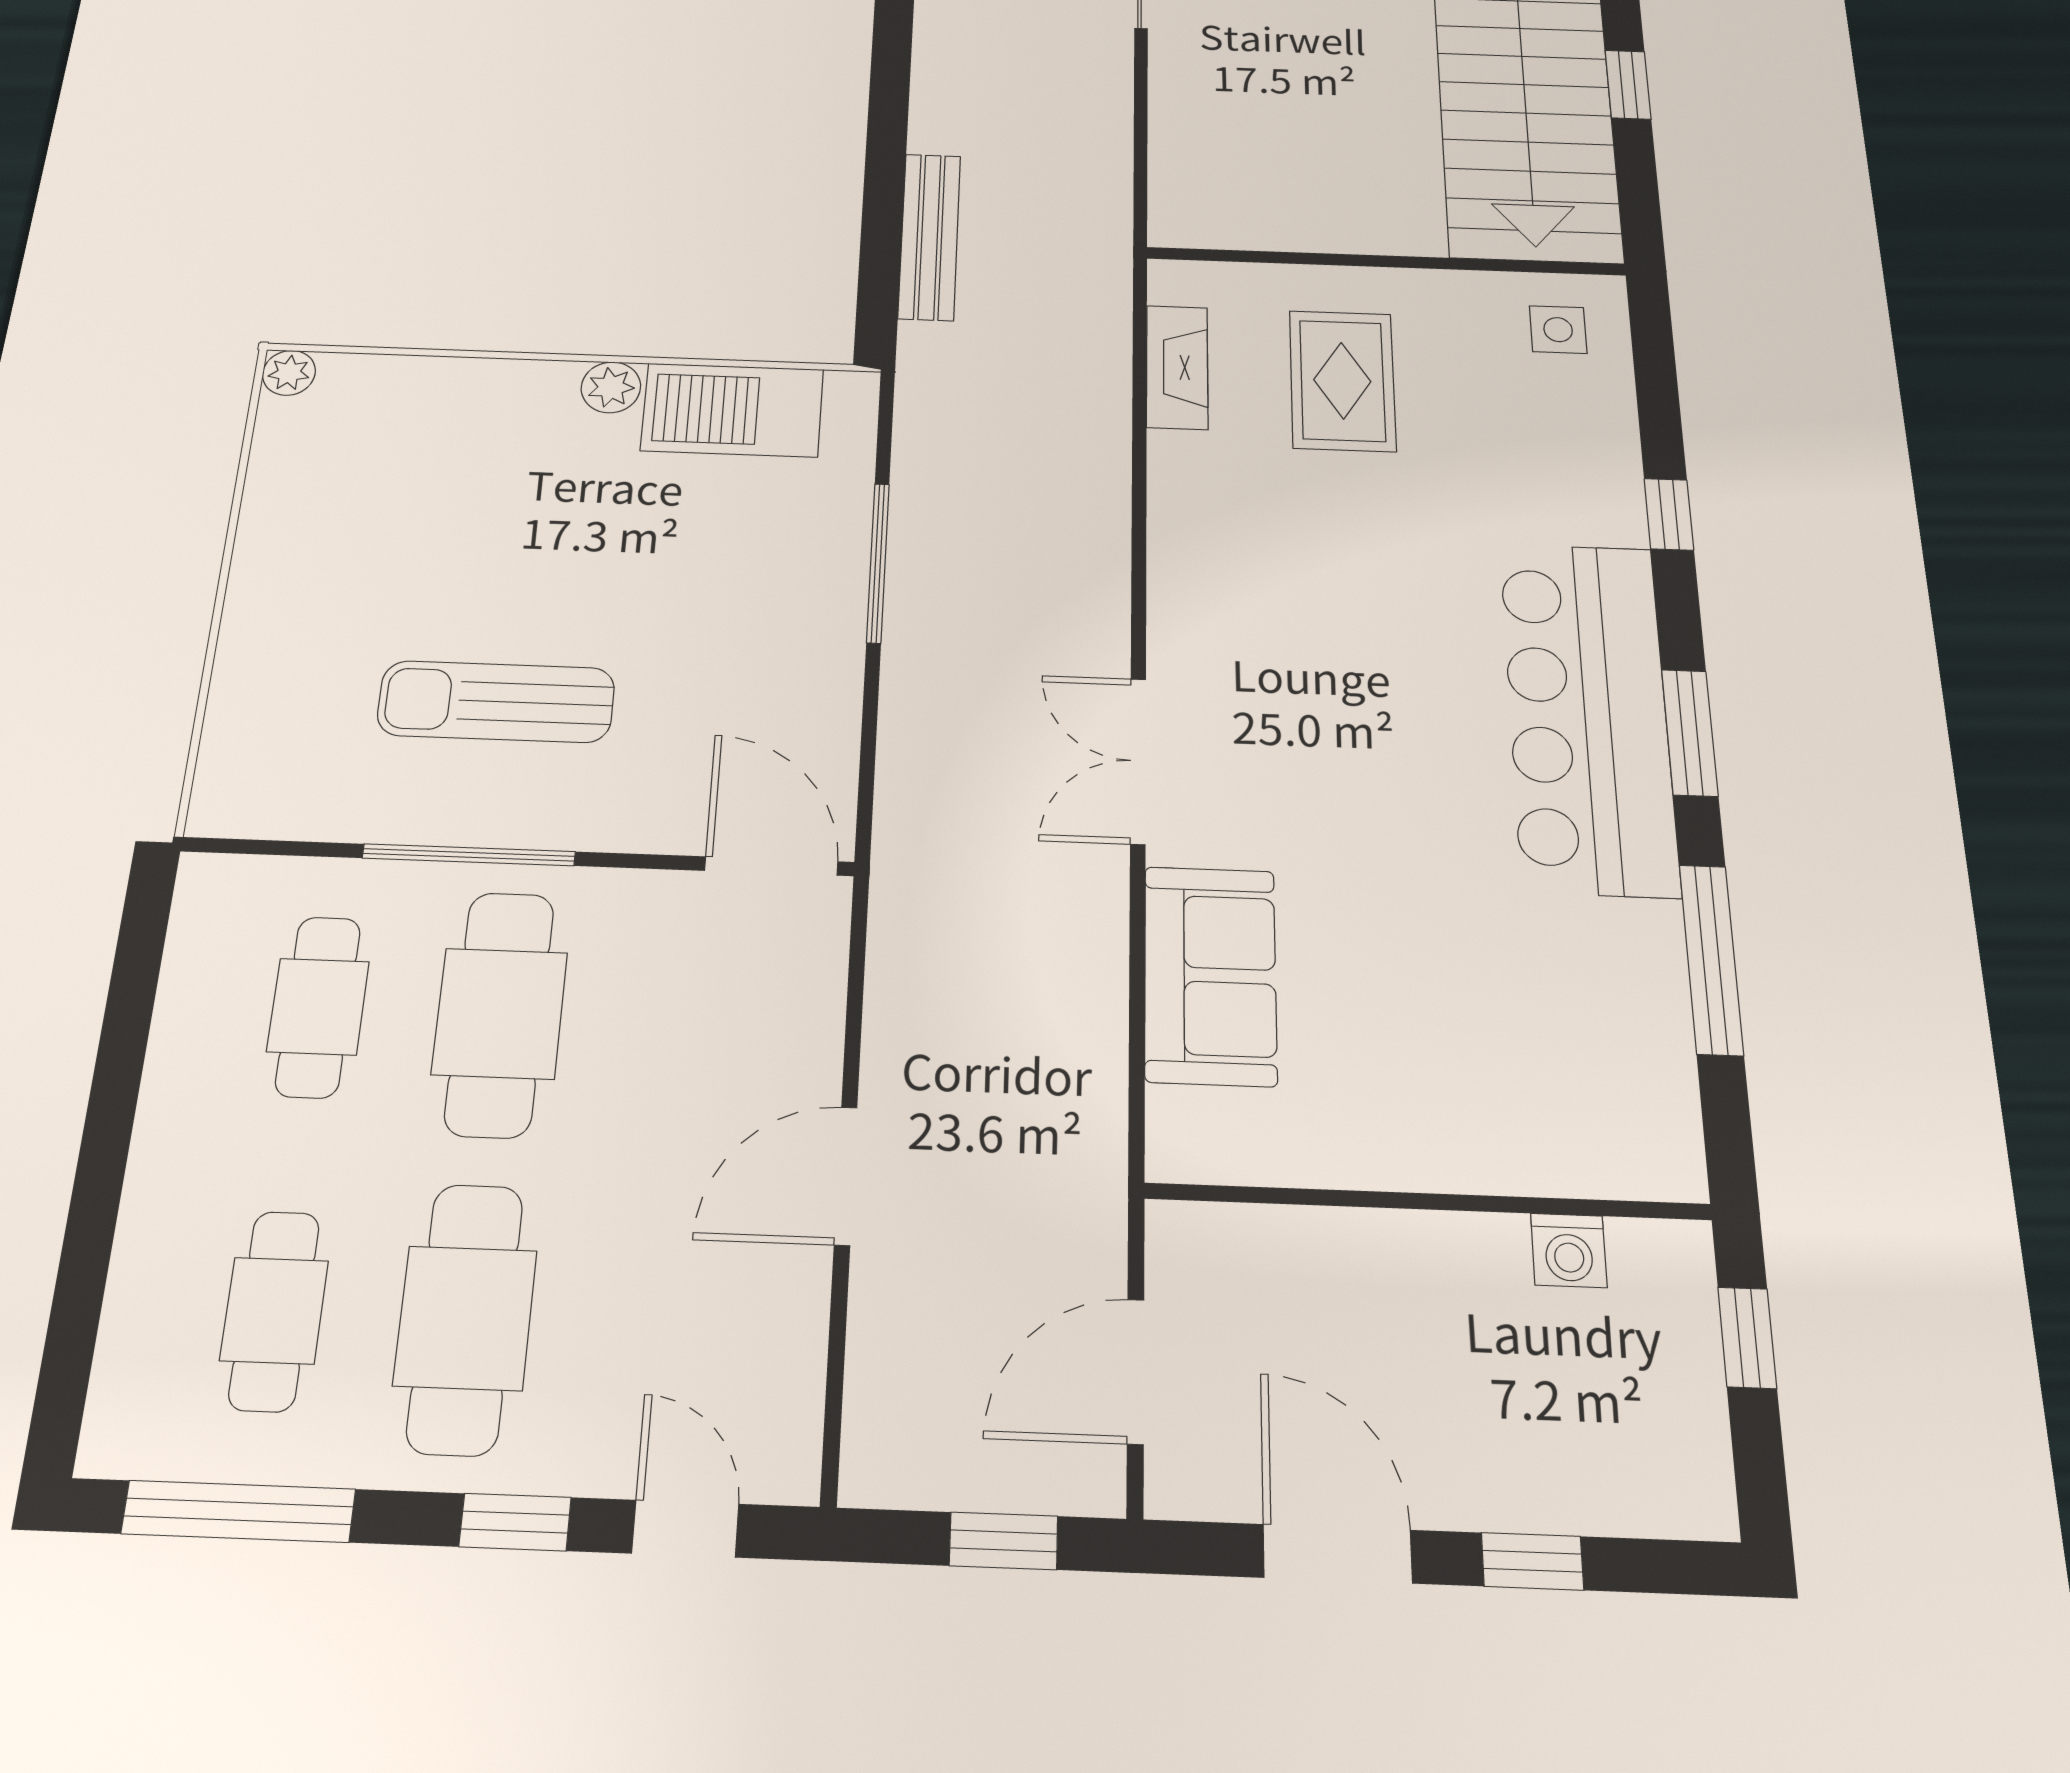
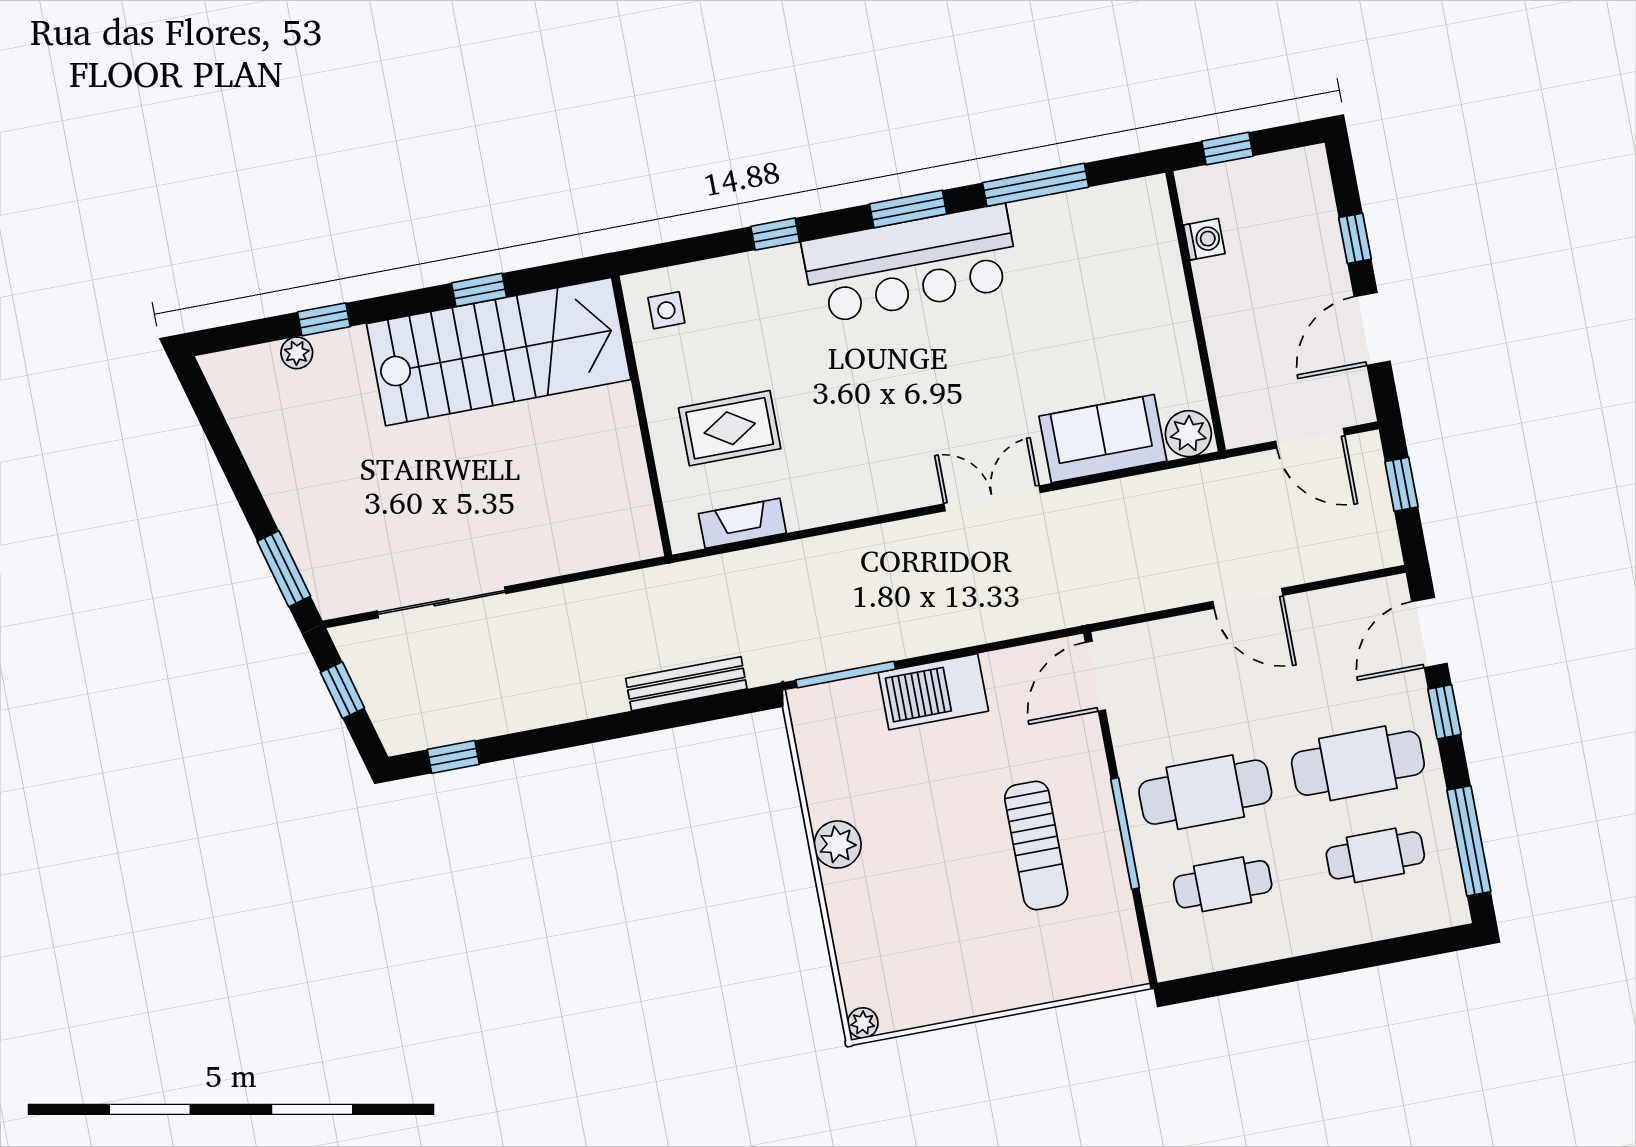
plant: (611, 387) -> (838, 844), width x1.38, depth x1.38
barbecue: (732, 410) -> (933, 692), moved, turned 90
window: (878, 563) -> (846, 674), moved
double door: (1138, 761) -> (992, 498), swing flipped
plant: (1190, 1134) -> (1188, 434), added
door: (685, 1529) -> (1429, 632), width x1.37

